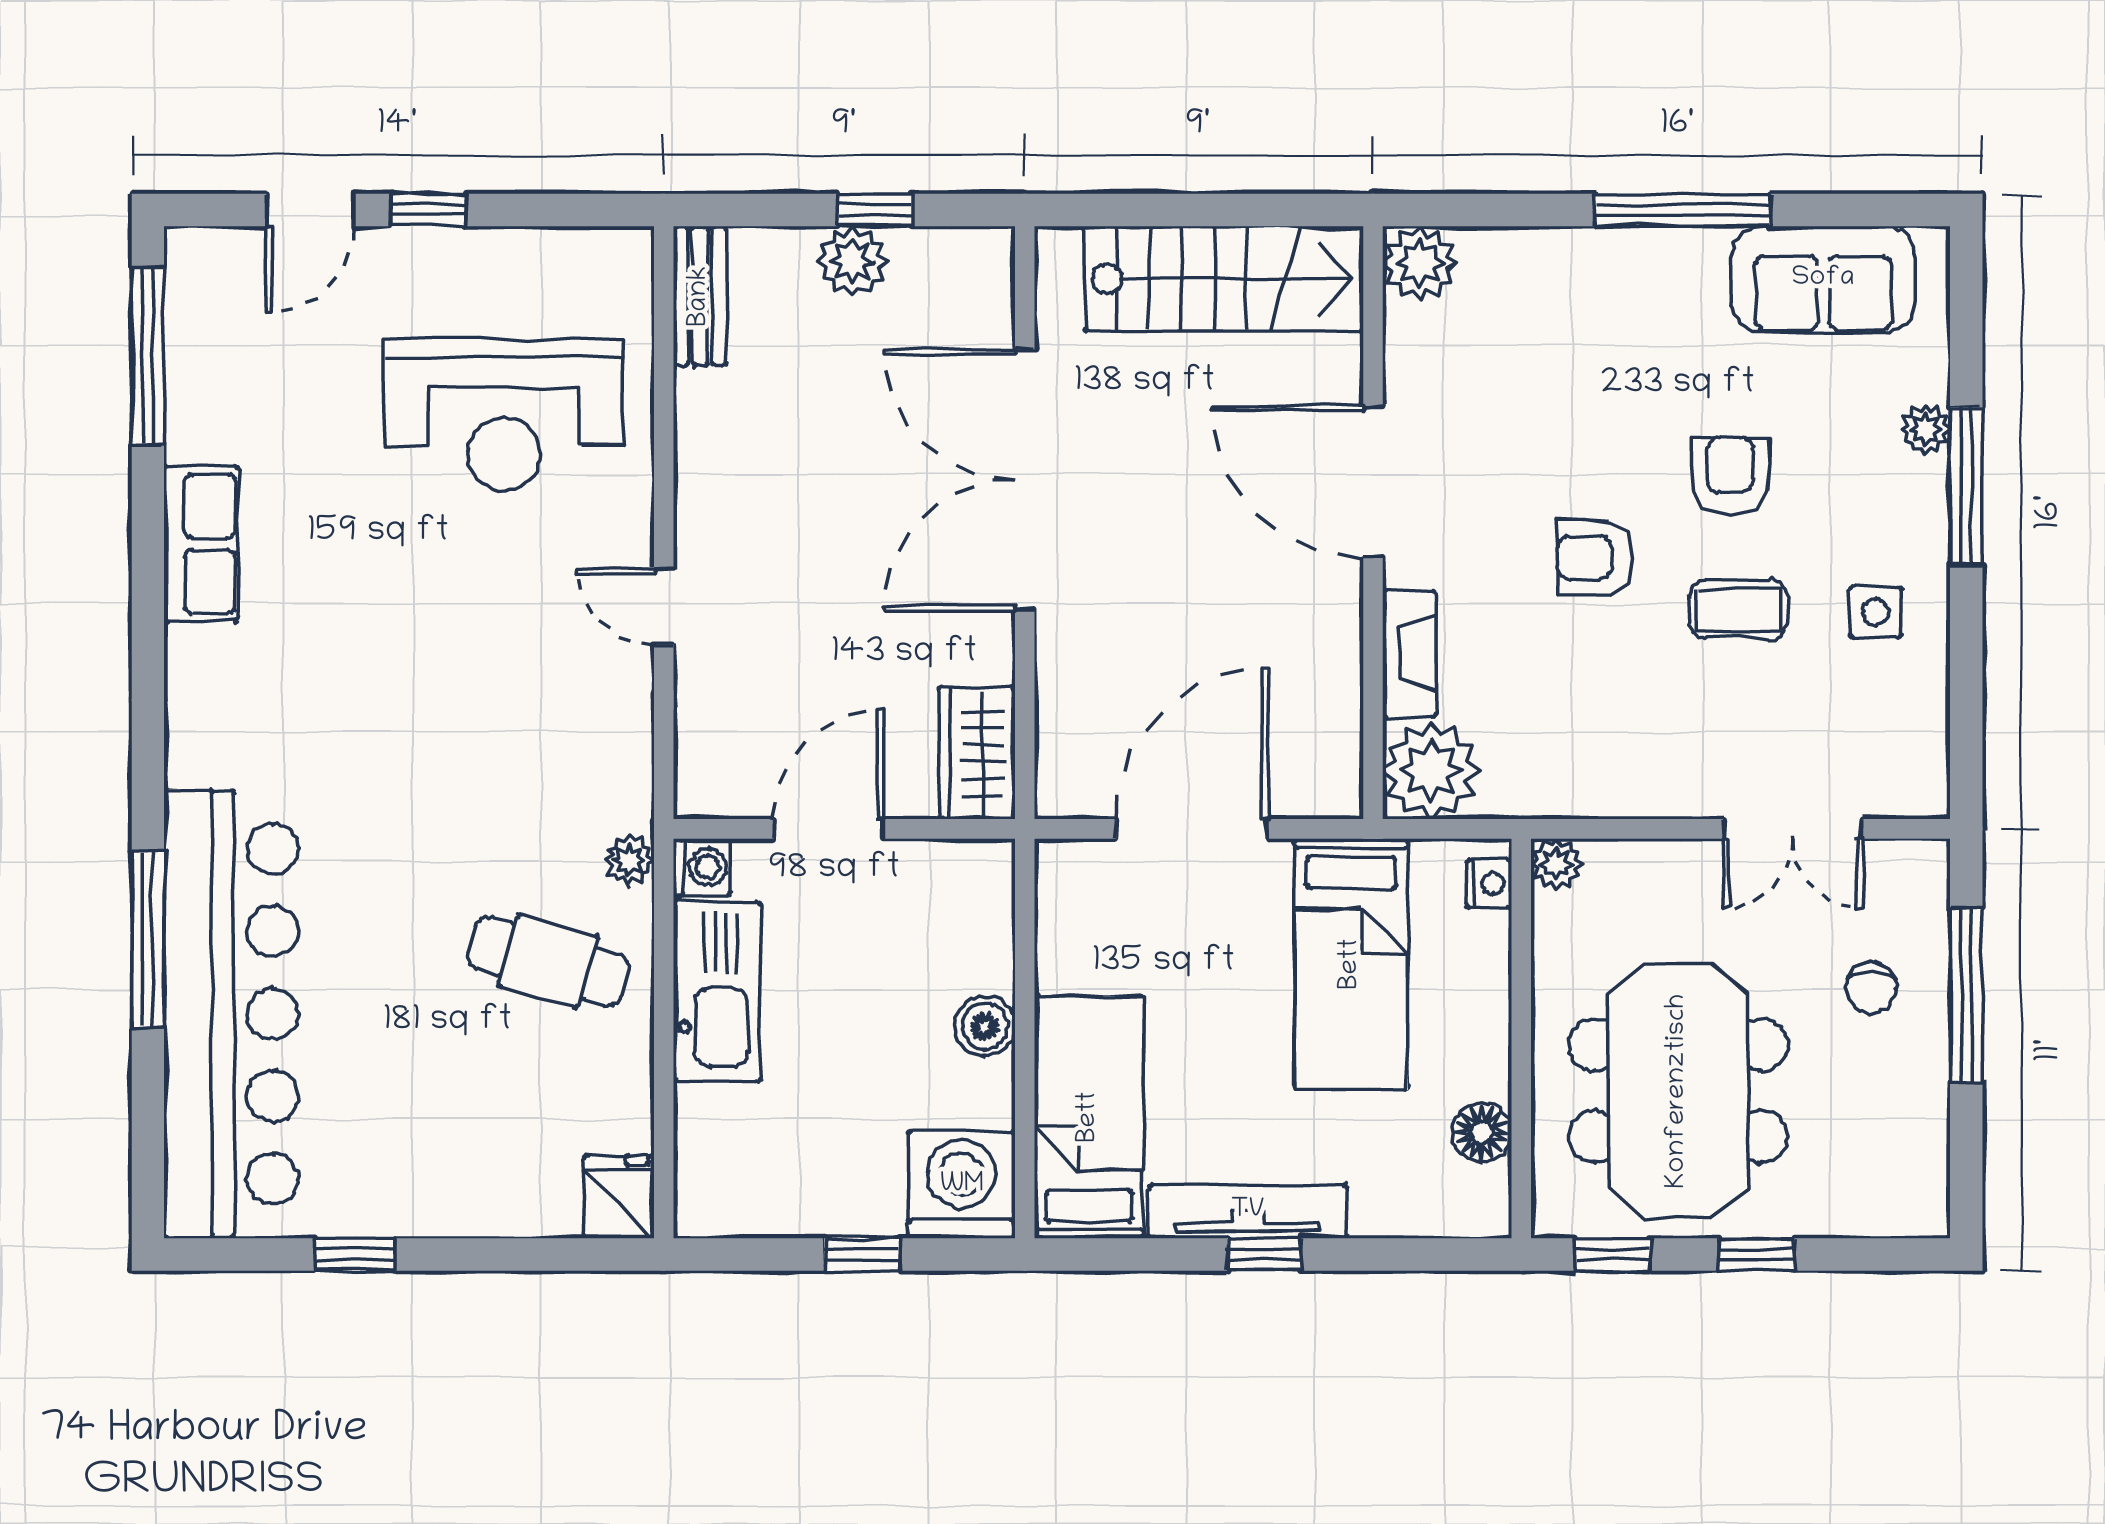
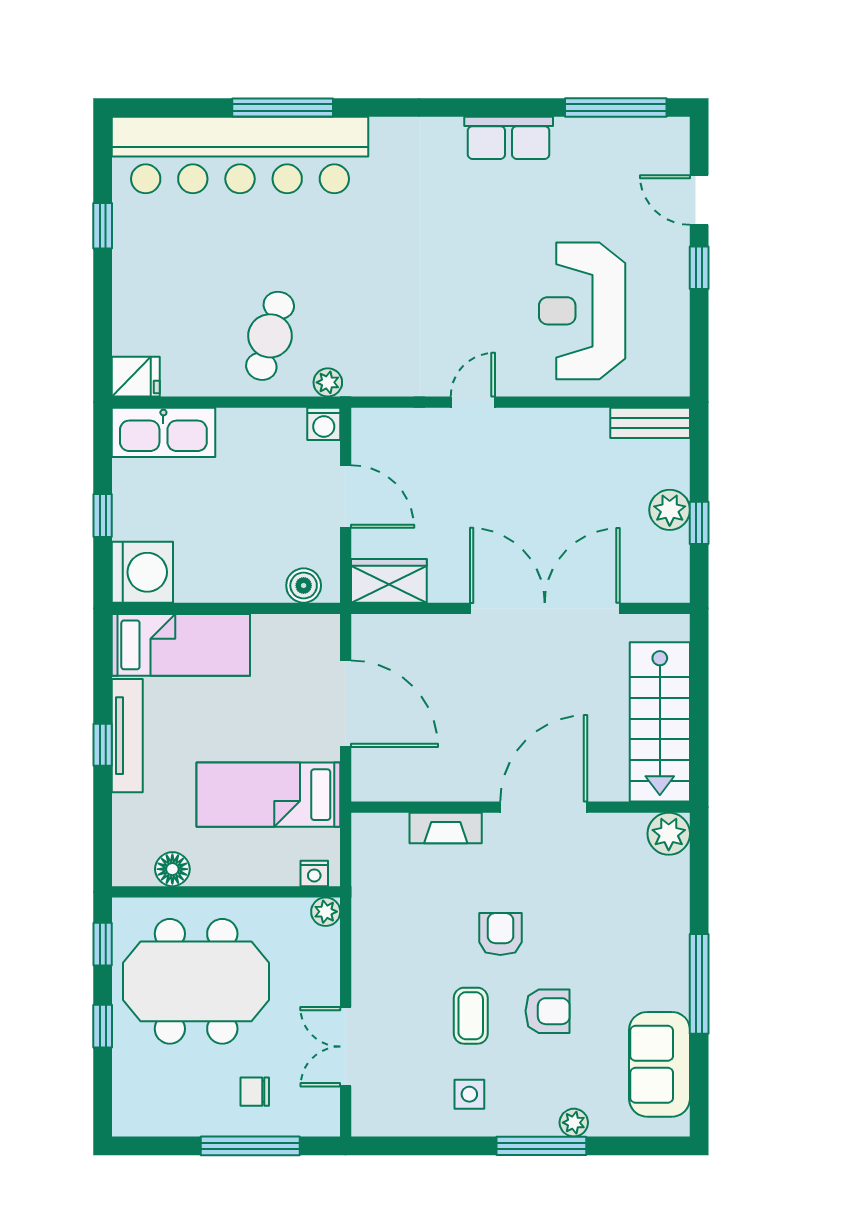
plant: (1431, 771) -> (379, 840), removed
kitchen sink: (717, 991) -> (163, 432), moved
boiler: (985, 1026) -> (304, 585), moved

